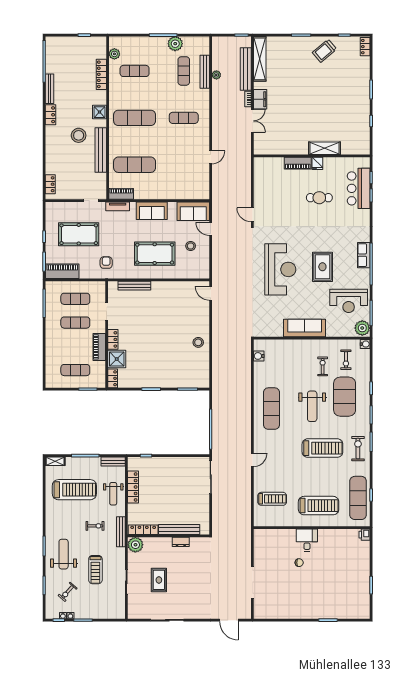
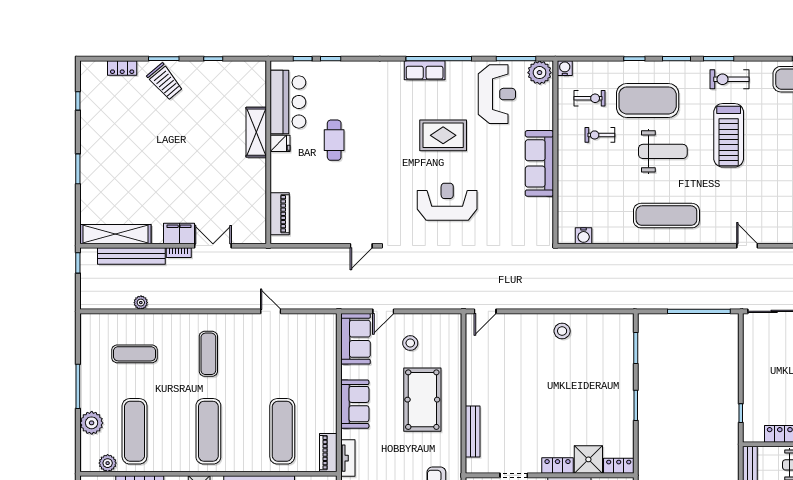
plant: (175, 44) -> (92, 423), moved
locker: (365, 47) -> (122, 68), moved
trolley: (324, 51) -> (165, 82), moved
exercise mat: (135, 71) -> (135, 431), width x1.36, depth x1.45
bench: (205, 72) -> (136, 321), removed
piano: (298, 163) -> (280, 214), moved
bar counter: (359, 188) -> (288, 102), moved, turned -90
reception desk: (280, 269) -> (447, 202), width x0.74, depth x0.77
treadmill: (322, 448) -> (729, 135), turned 180

